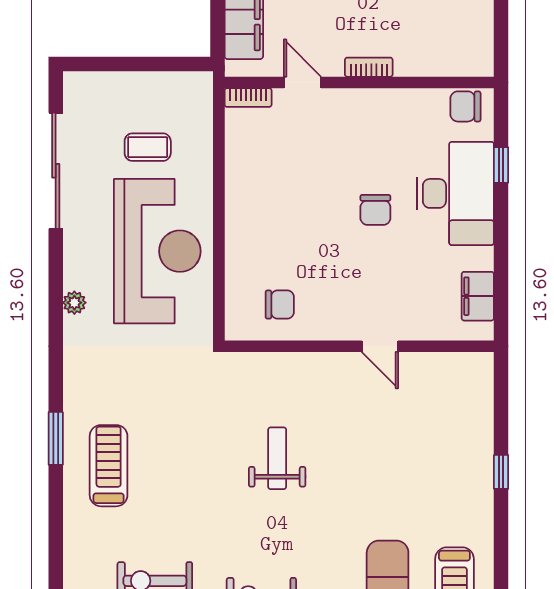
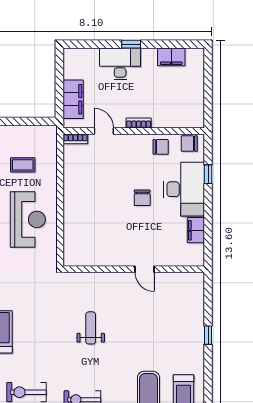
reception desk: (157, 251) -> (28, 219), width x0.74, depth x0.77
filing cabinet: (478, 296) -> (196, 230), moved
chair: (280, 305) -> (161, 147), moved

